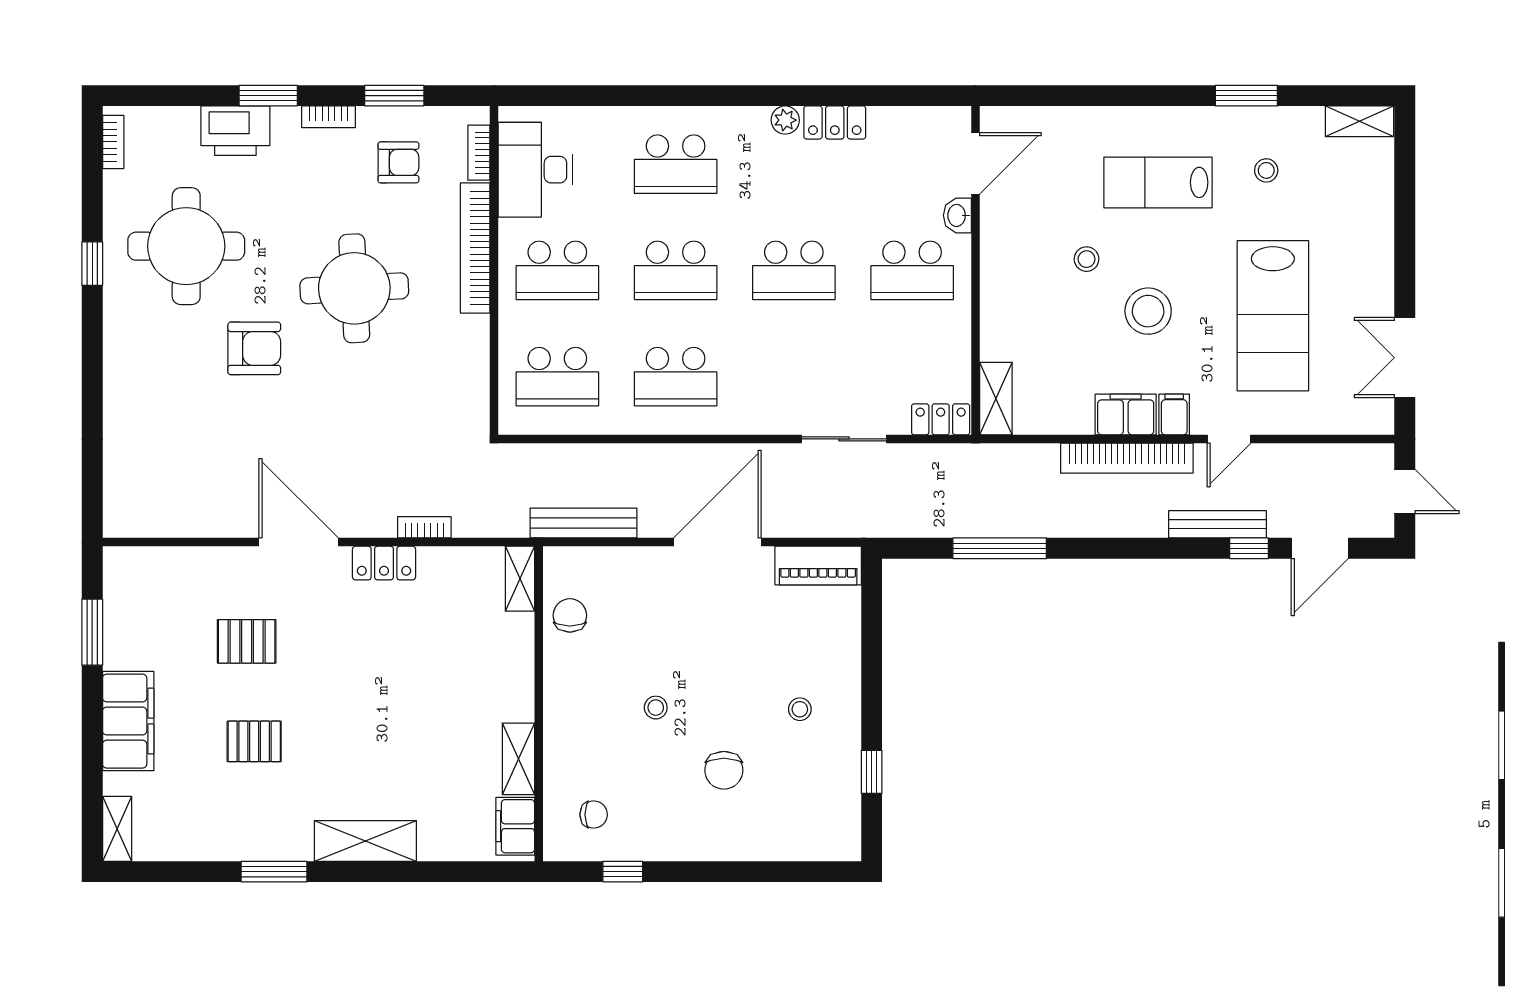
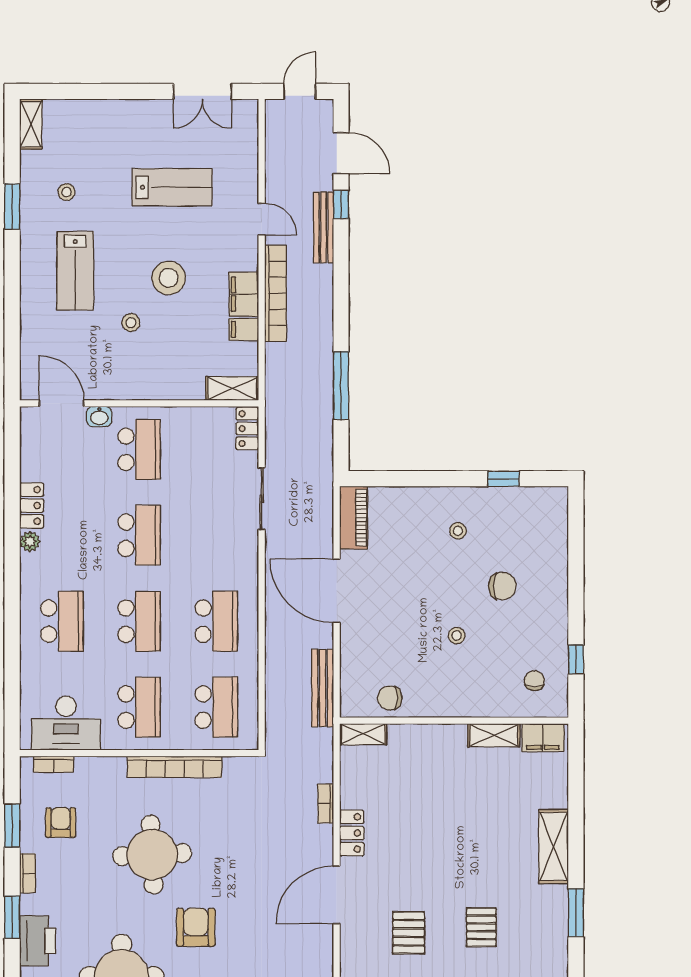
bookcase: (475, 248) -> (175, 767), moved
lab bench: (1273, 316) -> (172, 187), width x0.73, depth x0.72
filing cabinet: (1174, 414) -> (244, 329), moved

